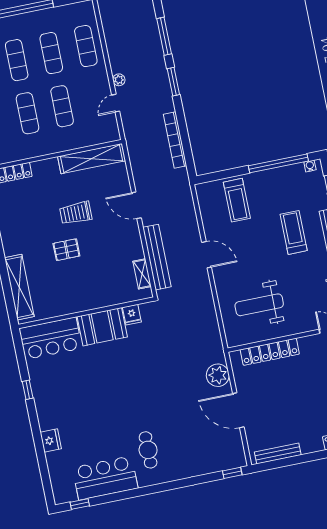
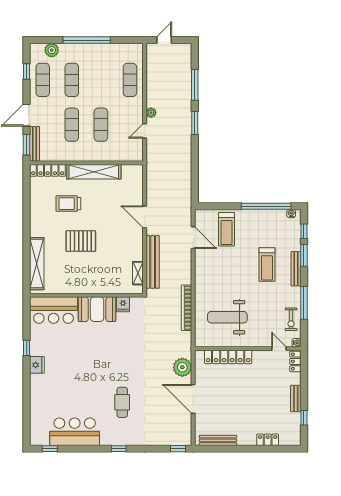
exercise mat: (51, 53) -> (101, 80), removed
bookcase: (175, 140) -> (187, 308), moved
shelving: (92, 159) -> (94, 172), moved
trolley: (76, 213) -> (68, 204), moved
treadmill: (294, 232) -> (267, 264), turned 180
pallet: (66, 250) -> (81, 241), width x1.50, depth x1.42
door: (207, 255) -> (193, 238), moved
fridge: (51, 440) -> (37, 365), moved
cafe table: (148, 450) -> (122, 402), moved
window: (162, 487) -> (119, 449), added

